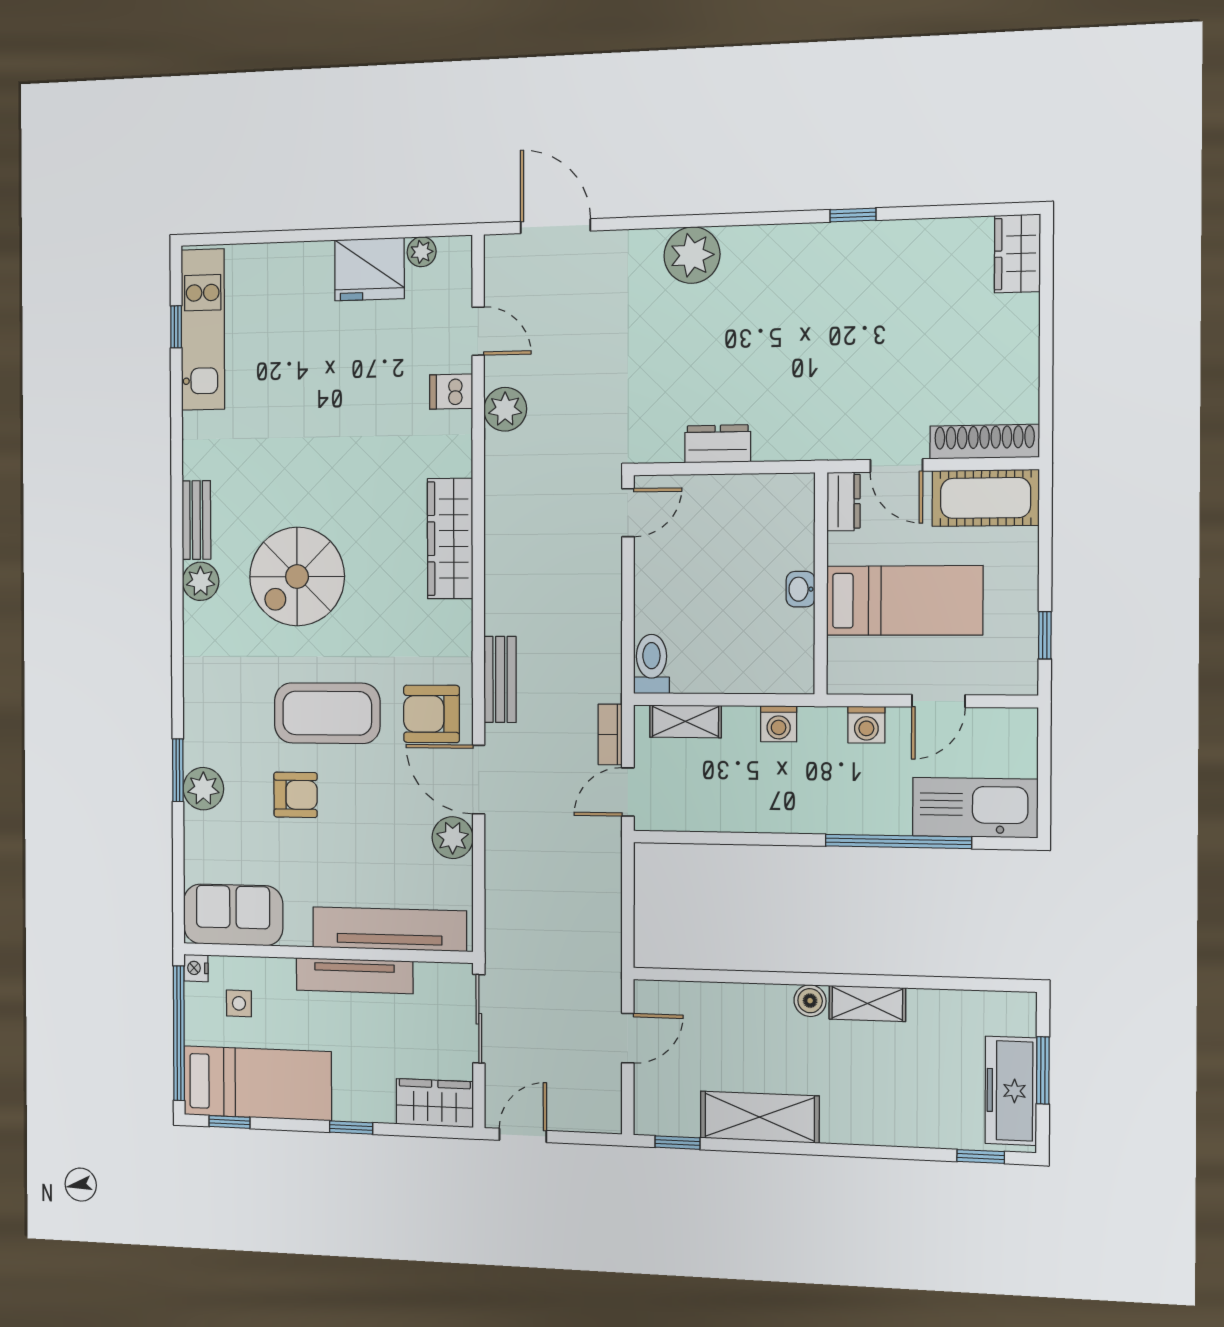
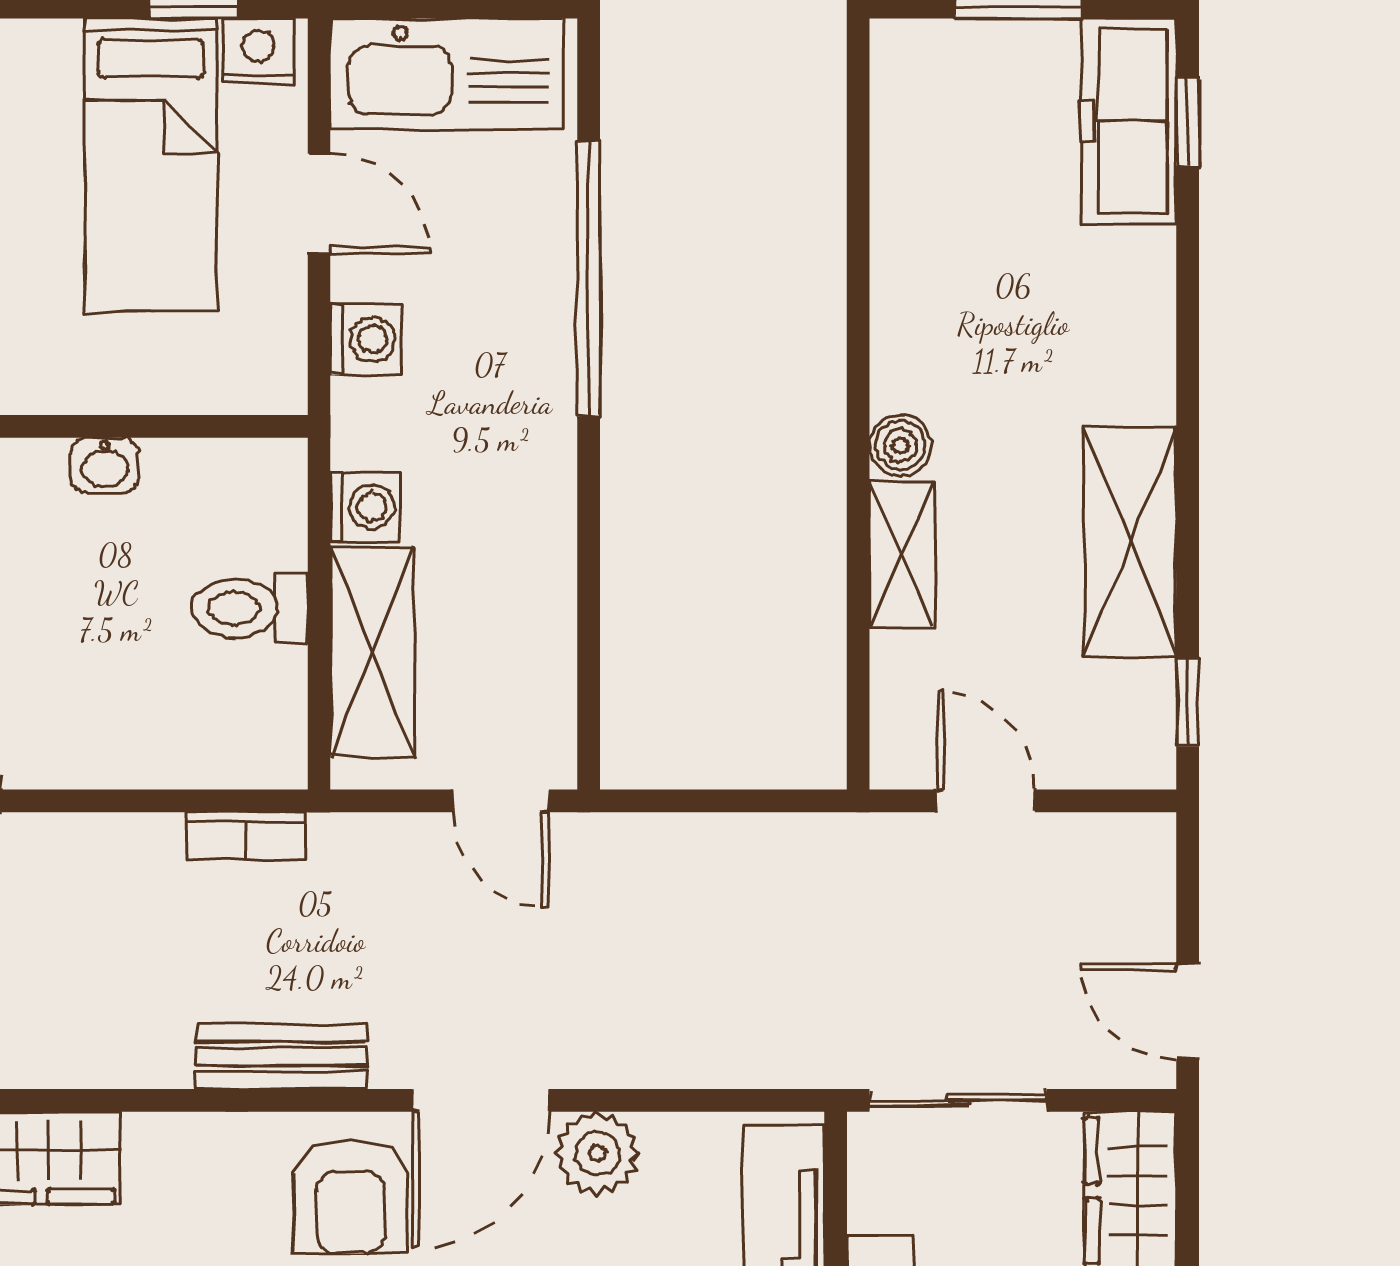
bed: (904, 600) -> (151, 165), moved, turned 180
toilet: (651, 664) -> (250, 608), moved
nightstand: (1021, 669) -> (258, 51), added
shelving: (685, 721) -> (372, 653), width x1.50, depth x1.33
bookcase: (610, 734) -> (246, 836), moved
kitchen sink: (975, 808) -> (447, 74), moved, turned -90
shelving: (867, 1004) -> (902, 555), moved
freezer: (1011, 1091) -> (1129, 121), moved, turned 90

